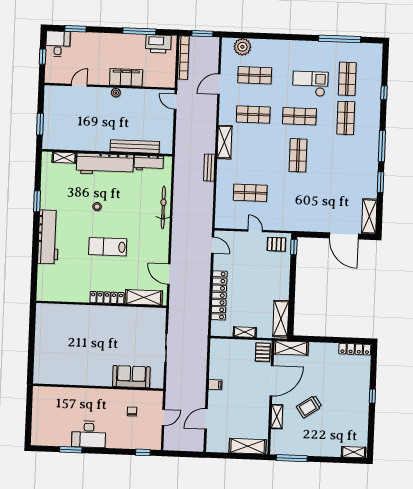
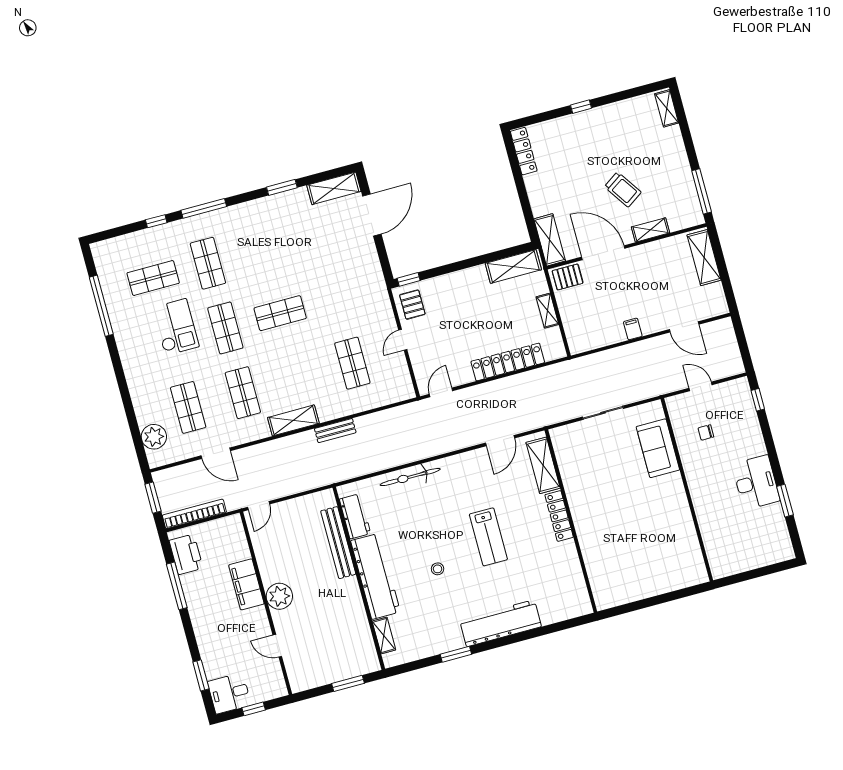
checkout: (310, 84) -> (176, 327), turned 180
plant: (116, 93) -> (279, 596), width x1.87, depth x1.87
shop shelf: (346, 118) -> (208, 263), turned 90
window: (382, 146) -> (204, 208), moved

